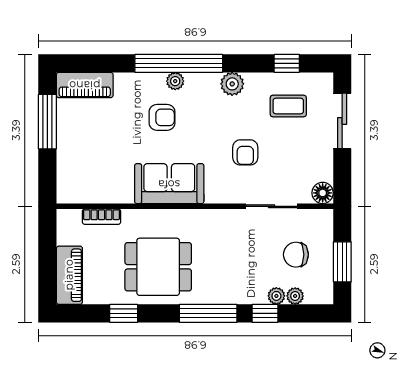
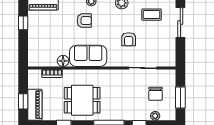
window: (47, 122) -> (23, 23), width x0.46
floor lamp: (323, 193) -> (63, 61), moved
chair: (296, 255) -> (156, 94), turned -90
window: (47, 269) -> (23, 101), added
plant: (276, 296) -> (145, 116), removed

